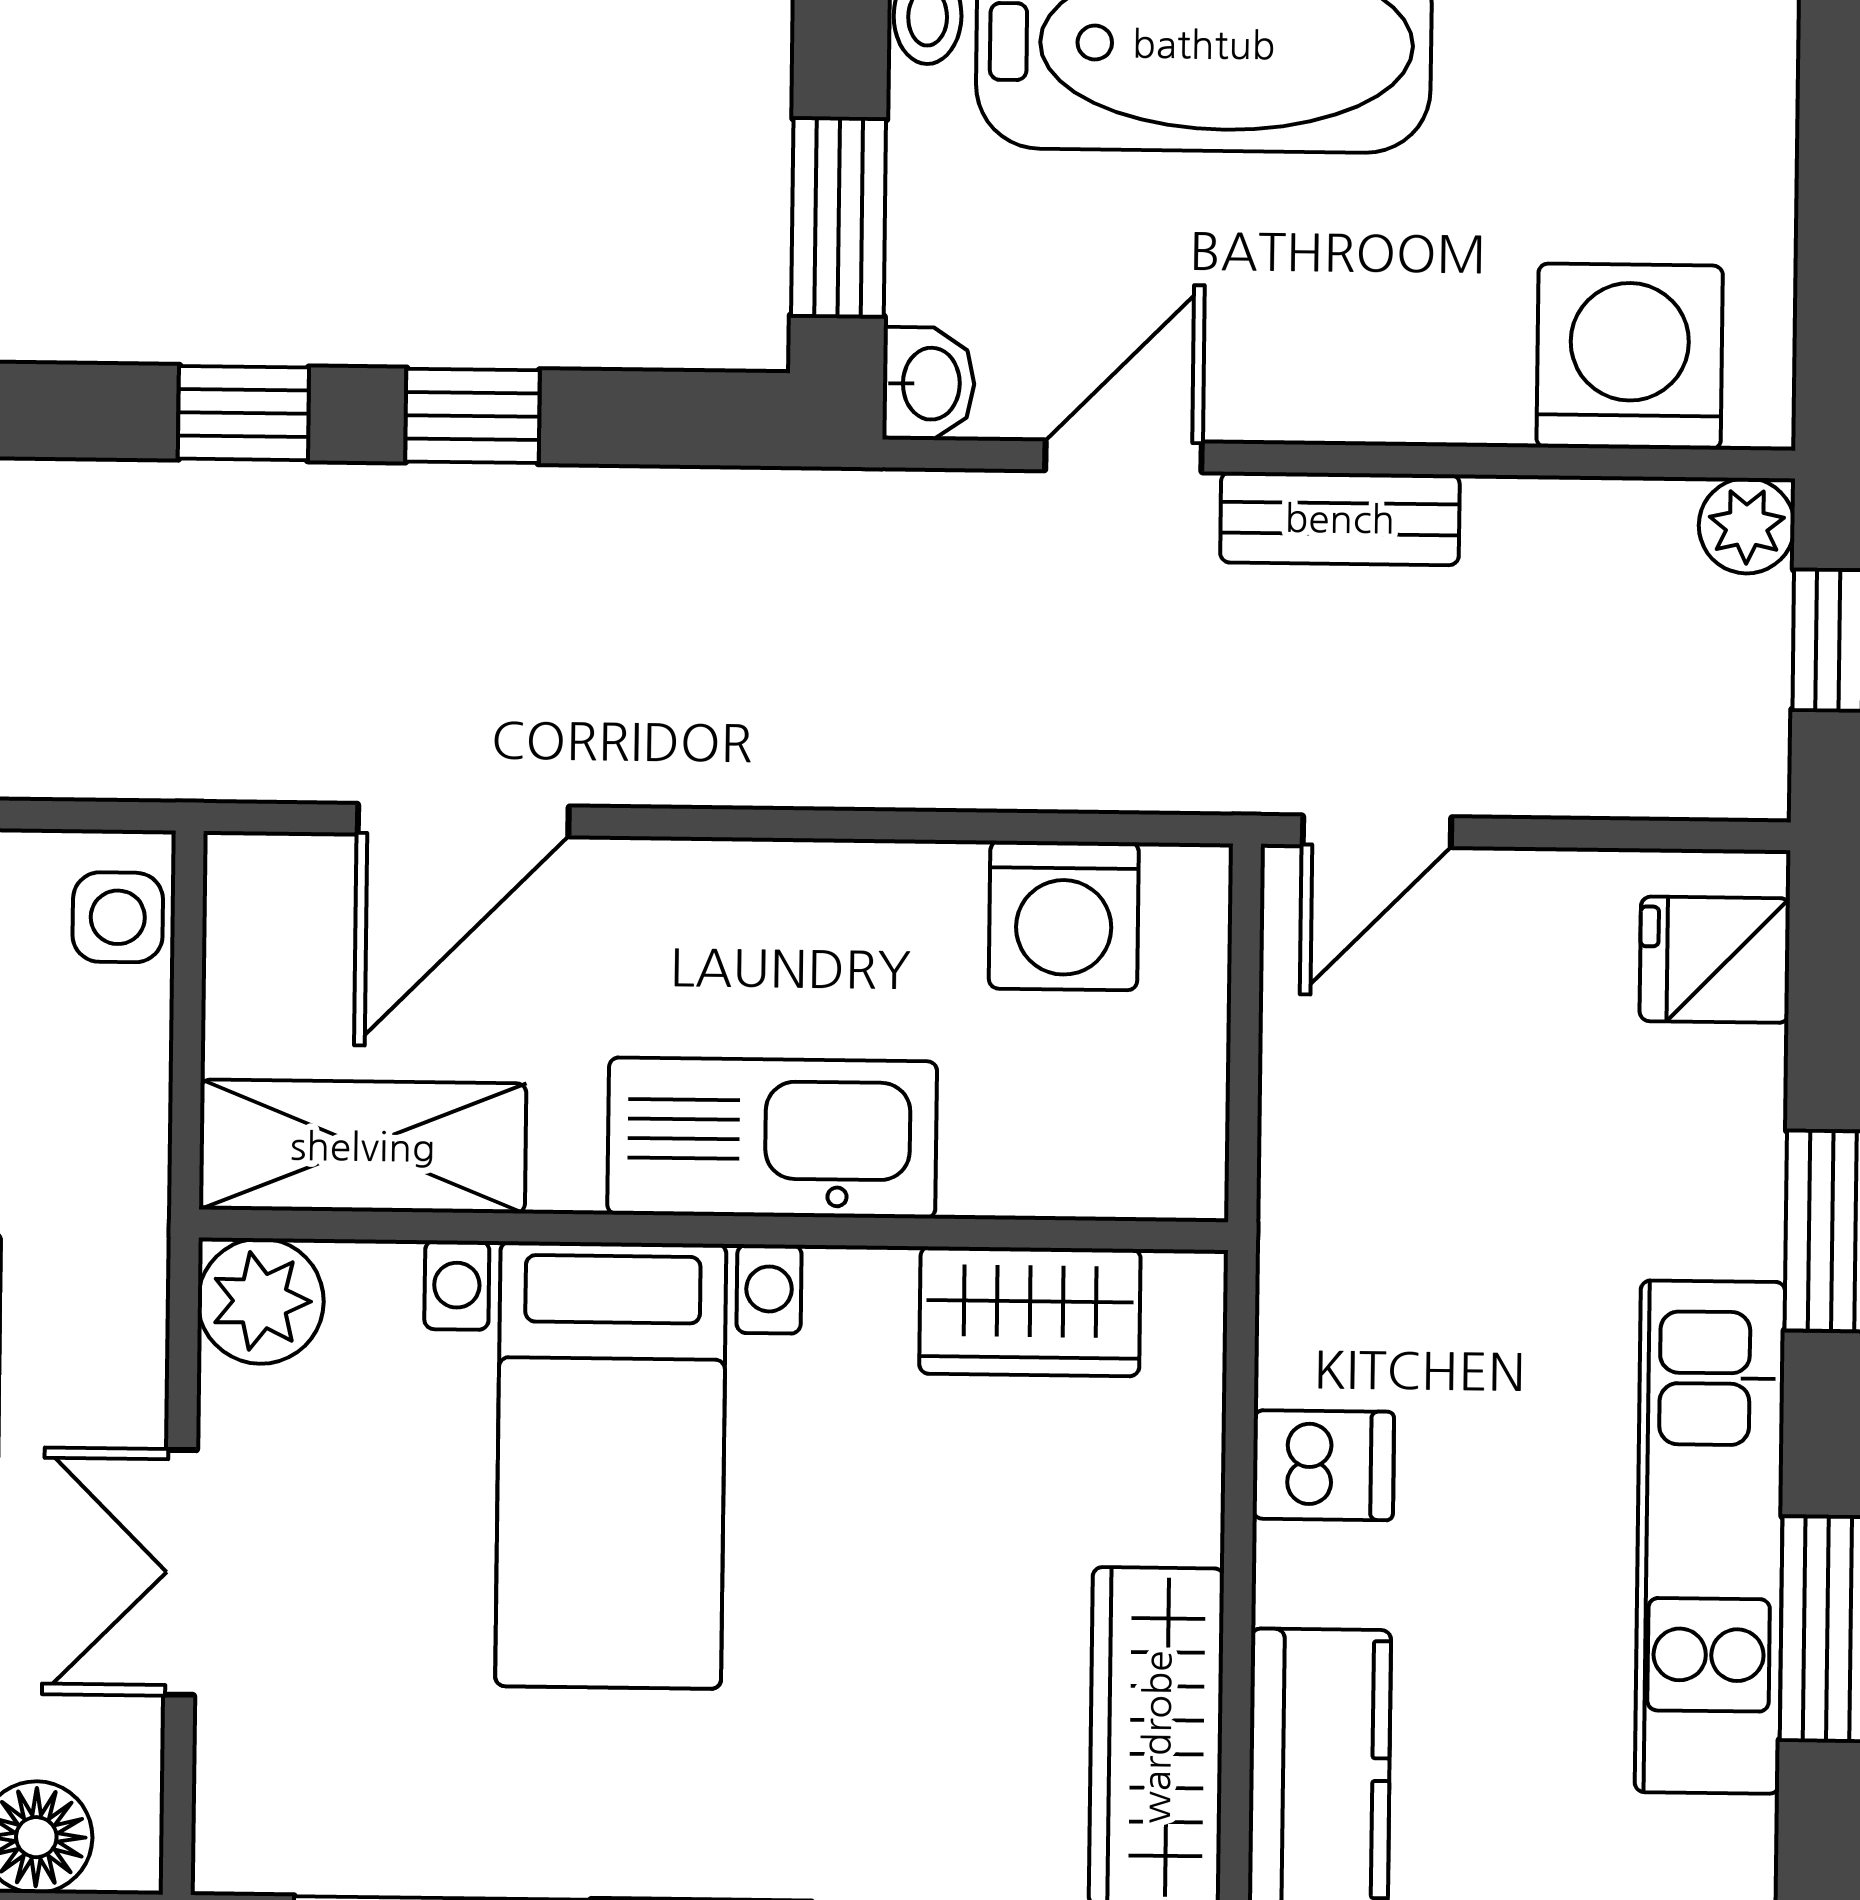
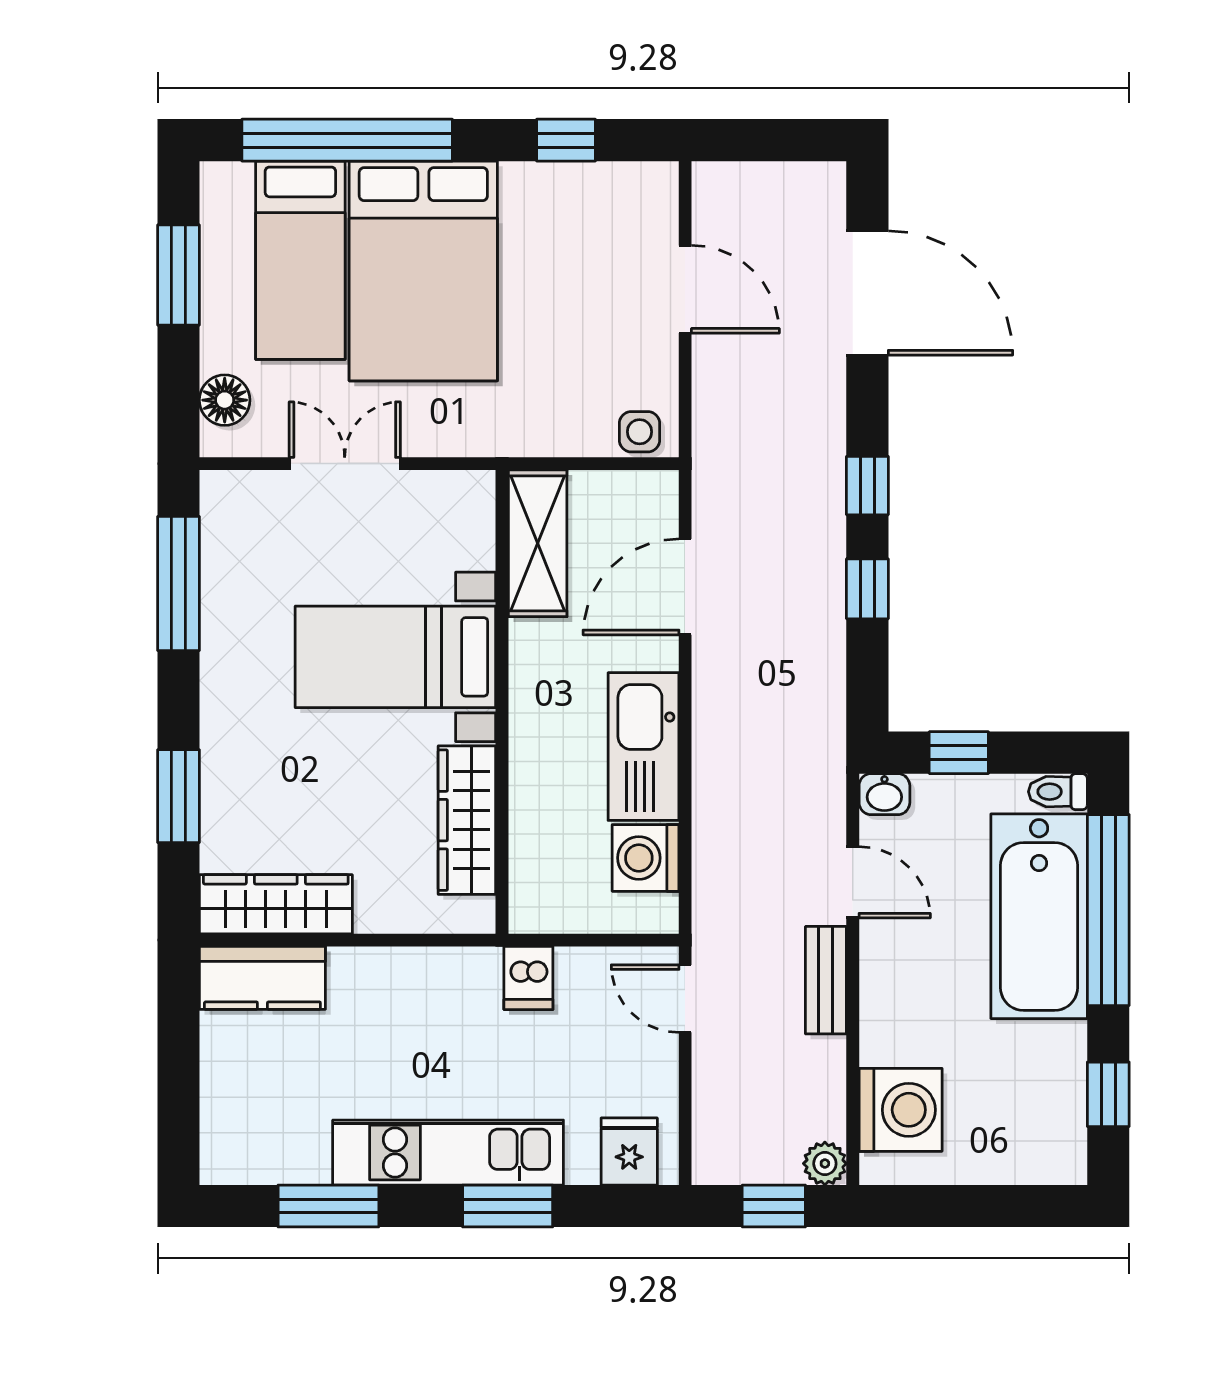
window: (839, 217) -> (959, 753), width x0.67
door: (463, 820) -> (685, 587), hinge flipped
kitchen sink: (772, 1138) -> (643, 747), moved, turned 180
plant: (261, 1301) -> (467, 498), removed
wardrobe: (1030, 1311) -> (467, 820), width x1.50
dishwasher: (1323, 1465) -> (528, 978), moved
kitchen unit: (1710, 1537) -> (448, 1153), moved

